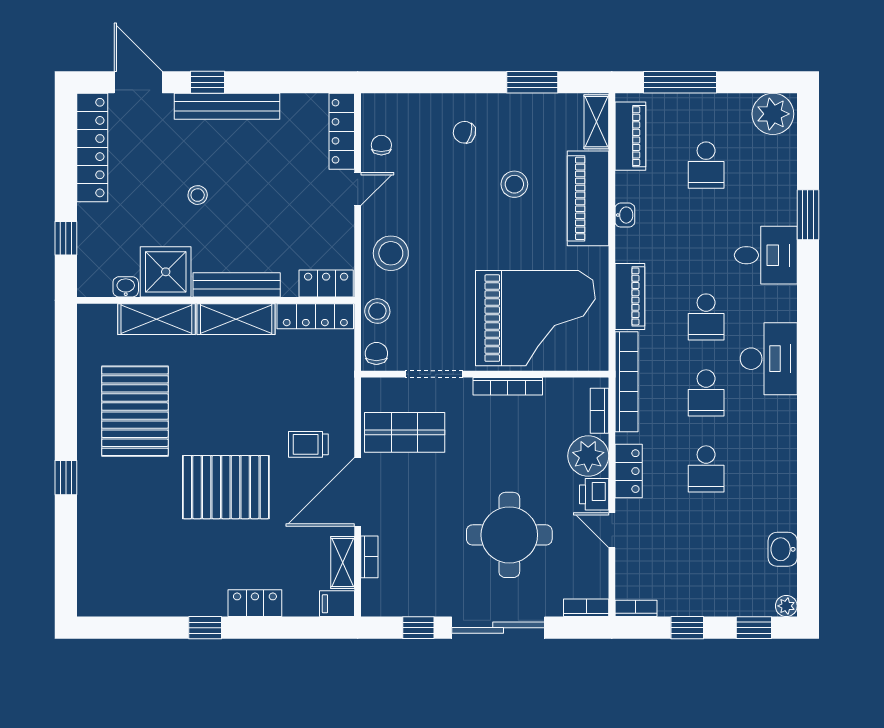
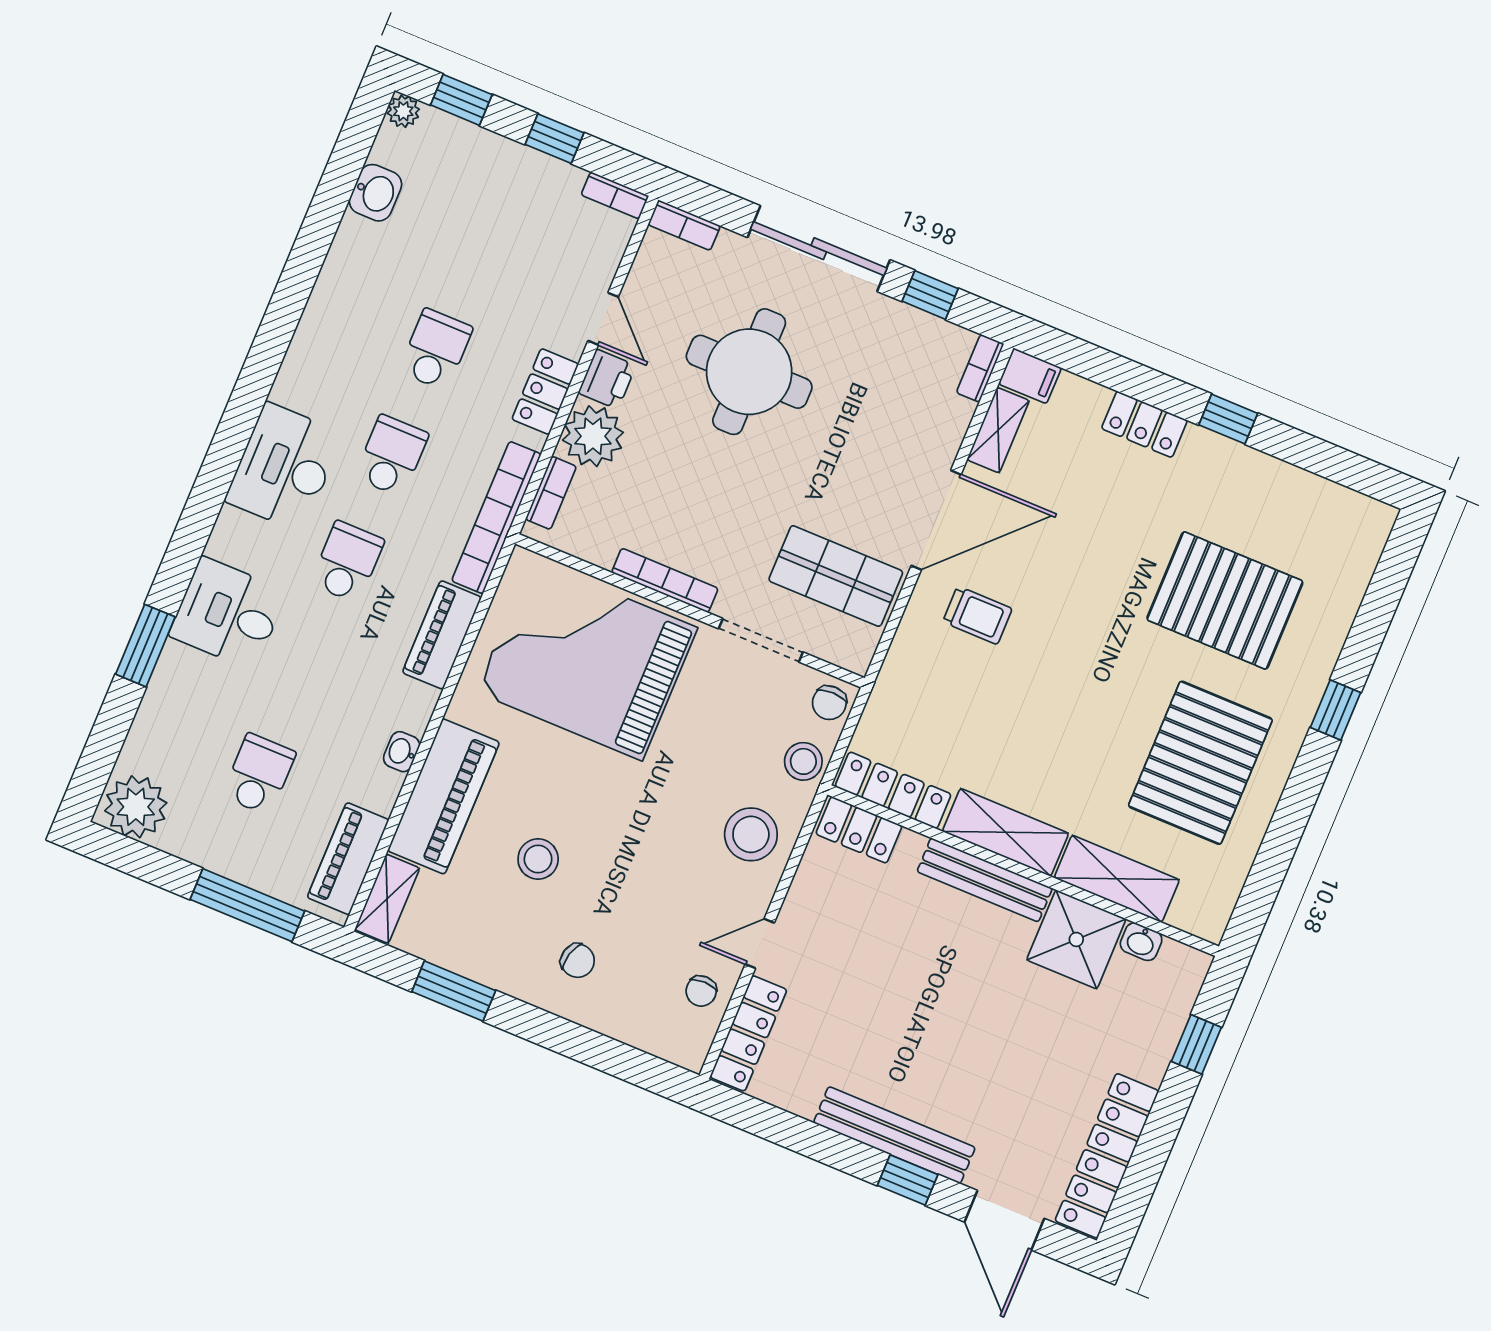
stool: (198, 195) -> (987, 1028), removed
pallet: (226, 487) -> (1225, 600), moved
bookcase: (369, 557) -> (980, 368), moved

